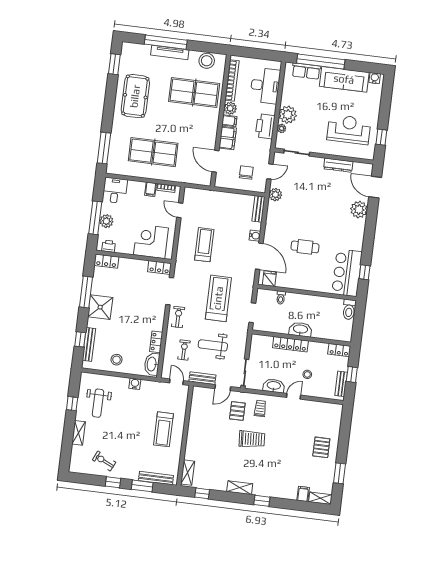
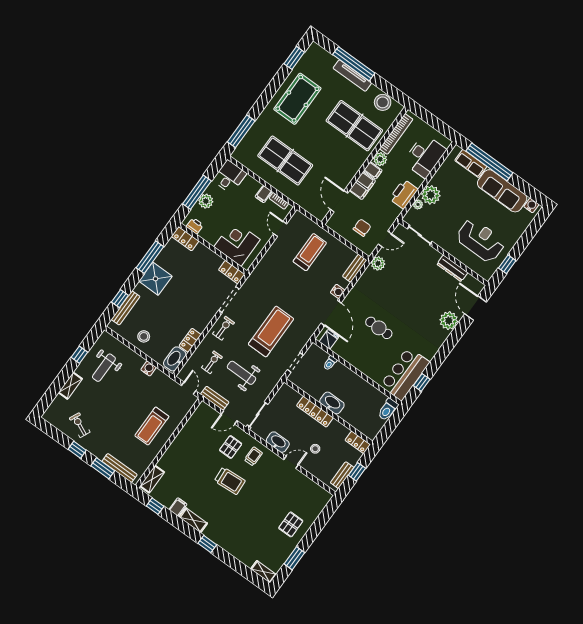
treadmill: (204, 245) -> (310, 252), moved
filing cabinet: (303, 494) -> (178, 507), moved

